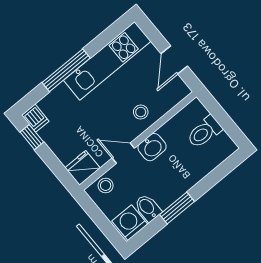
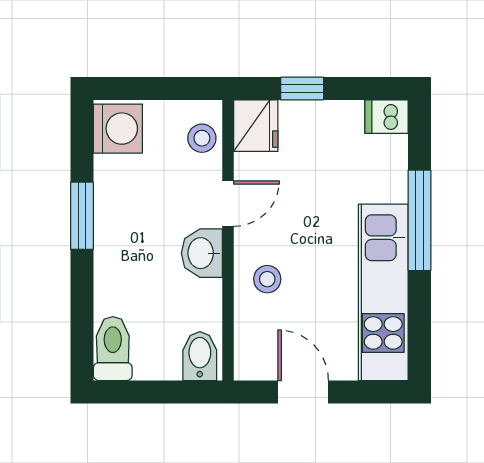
toilet: (204, 132) -> (113, 349), moved
window: (32, 137) -> (302, 89), moved
bidet: (148, 208) -> (200, 356), moved, turned -90

